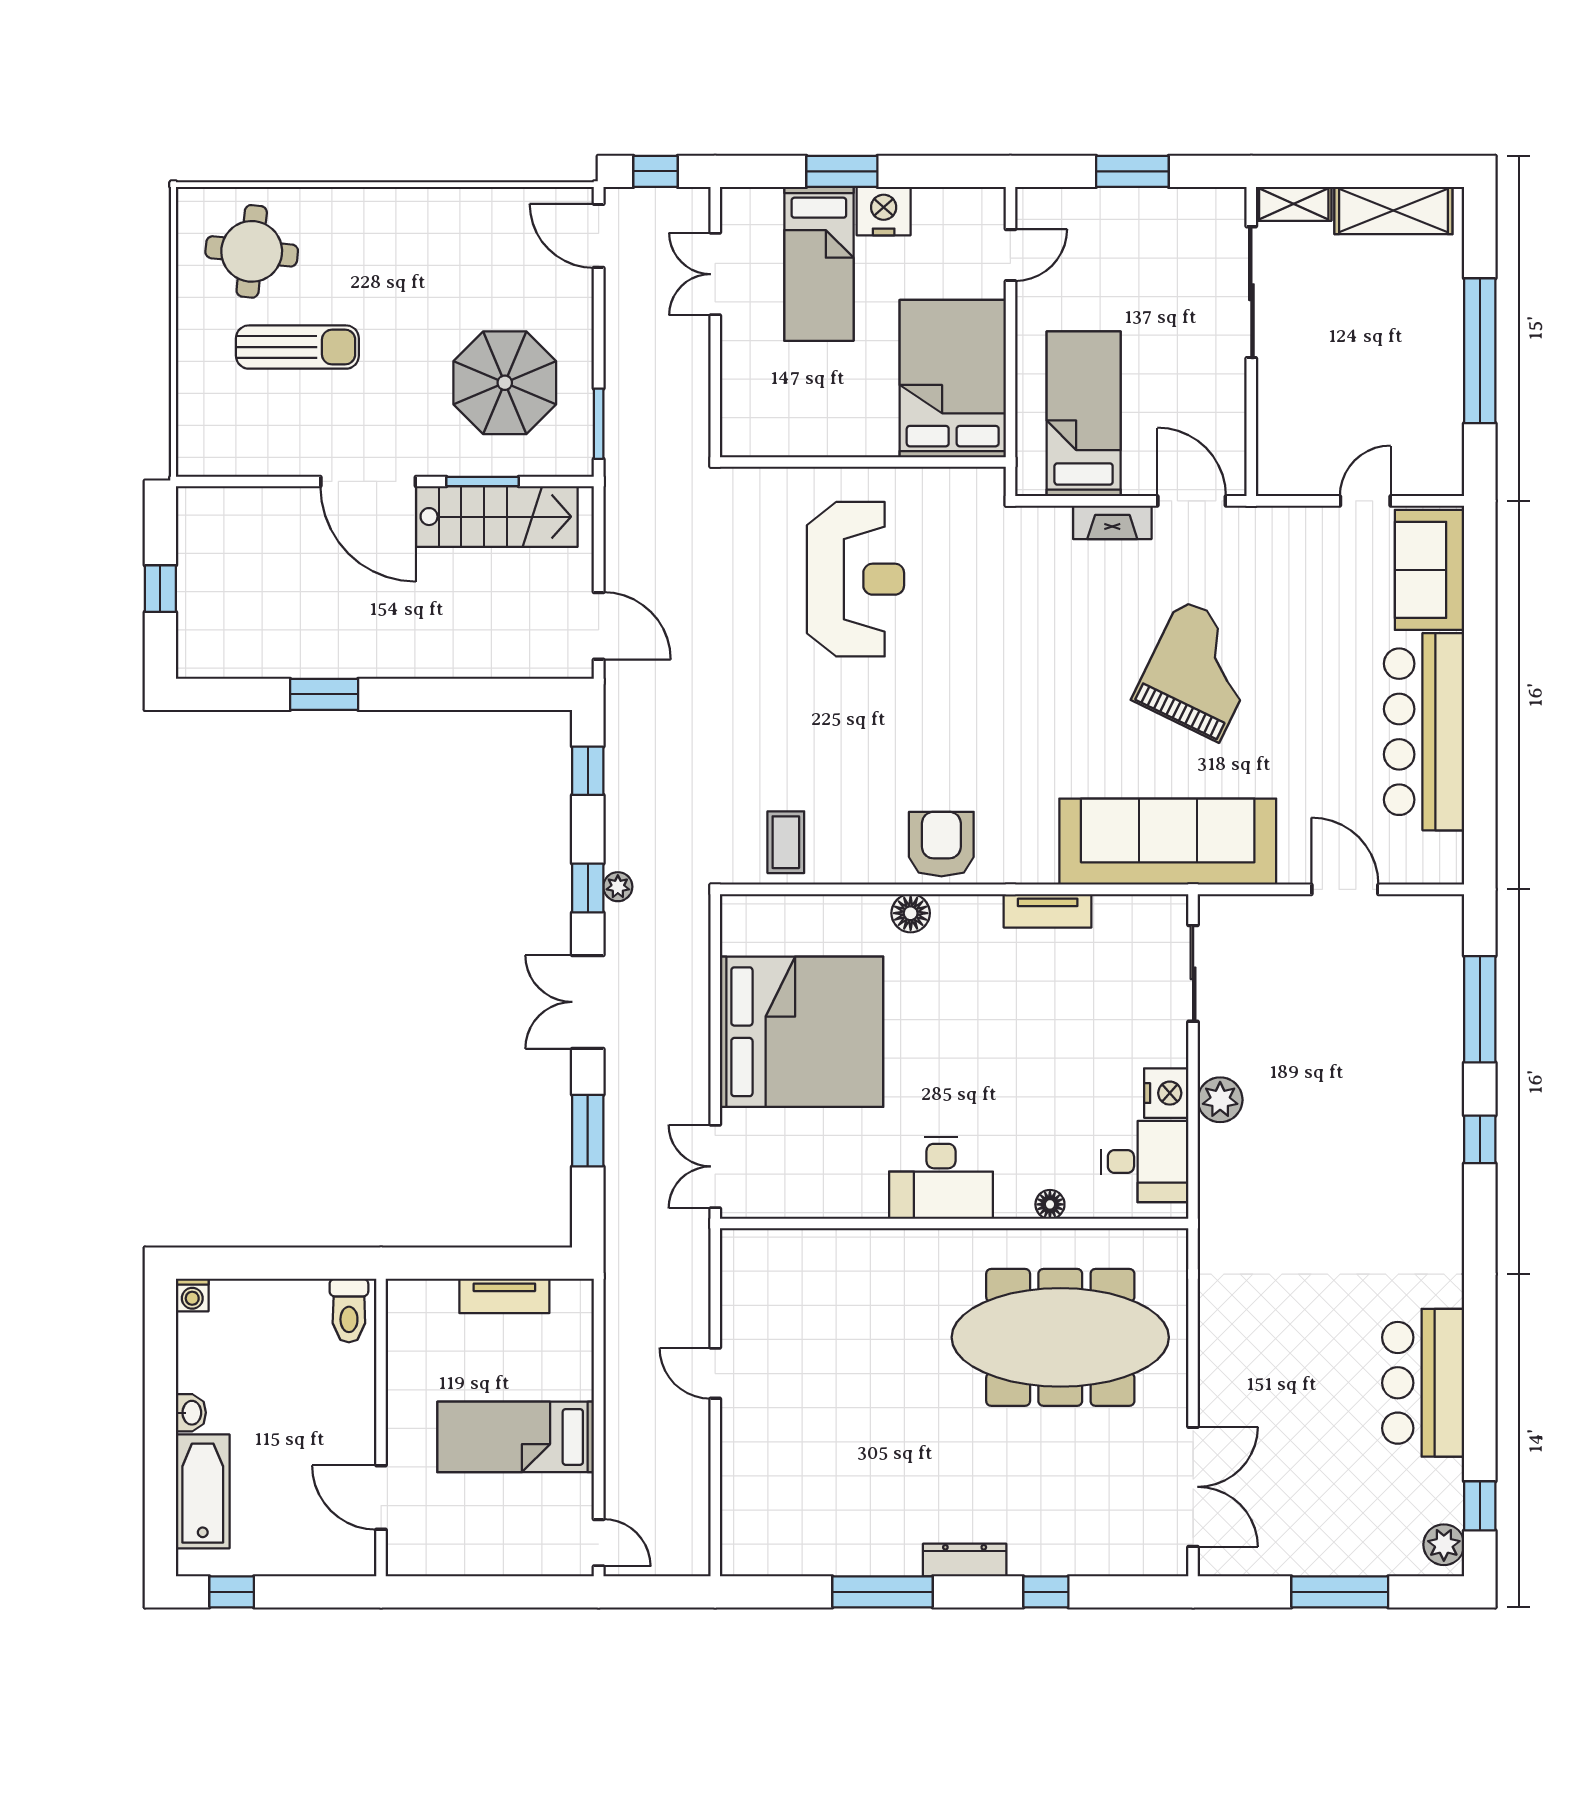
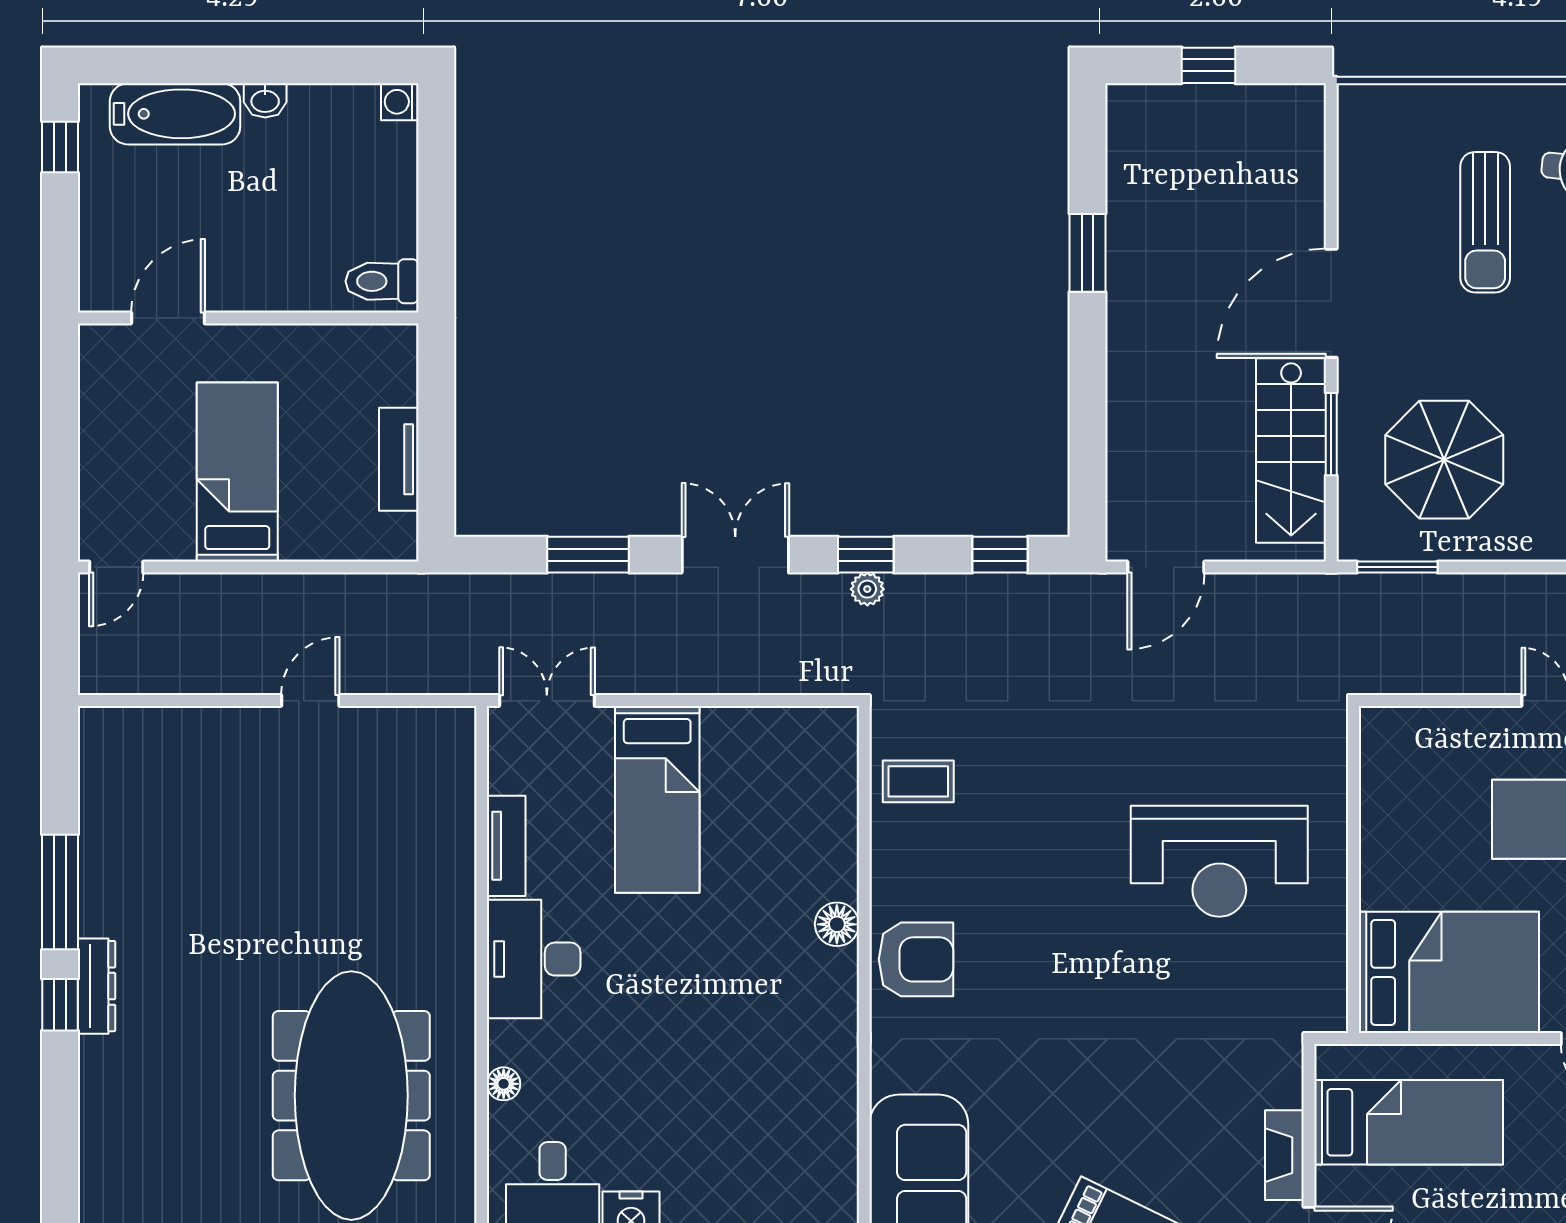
tv unit: (1048, 911) -> (506, 846), moved, turned 180
bed: (802, 1032) -> (657, 799), width x0.49
window: (1046, 1592) -> (60, 1005), moved

